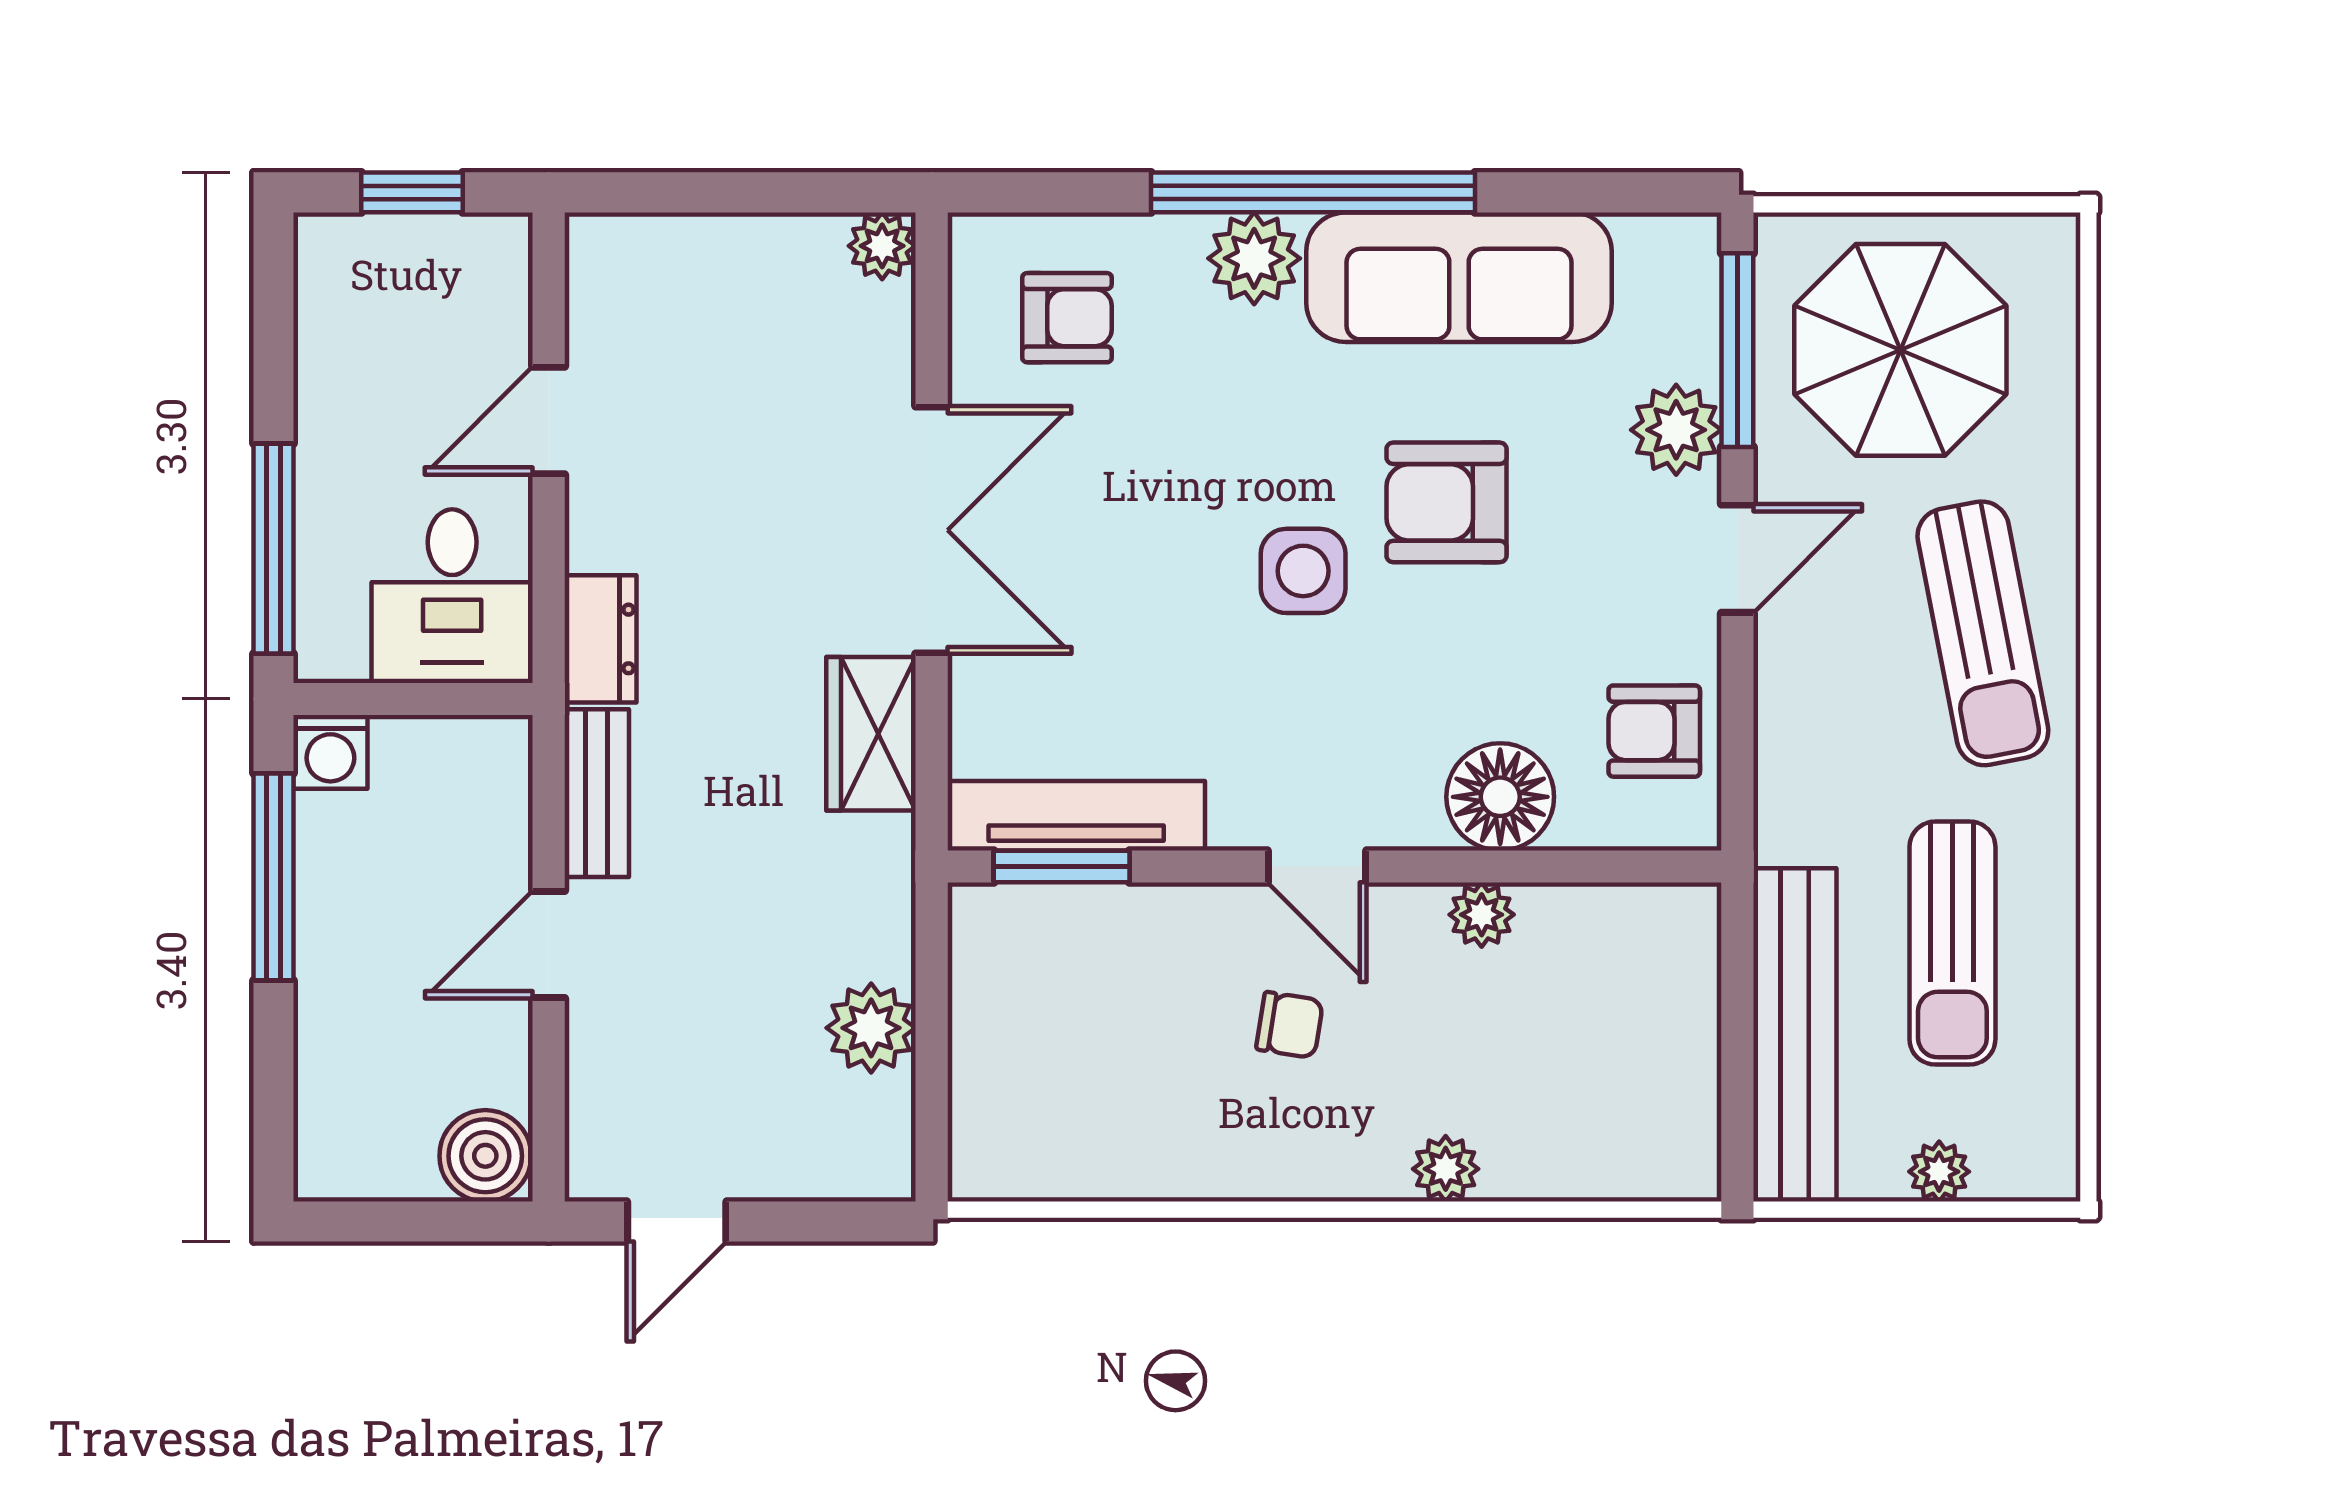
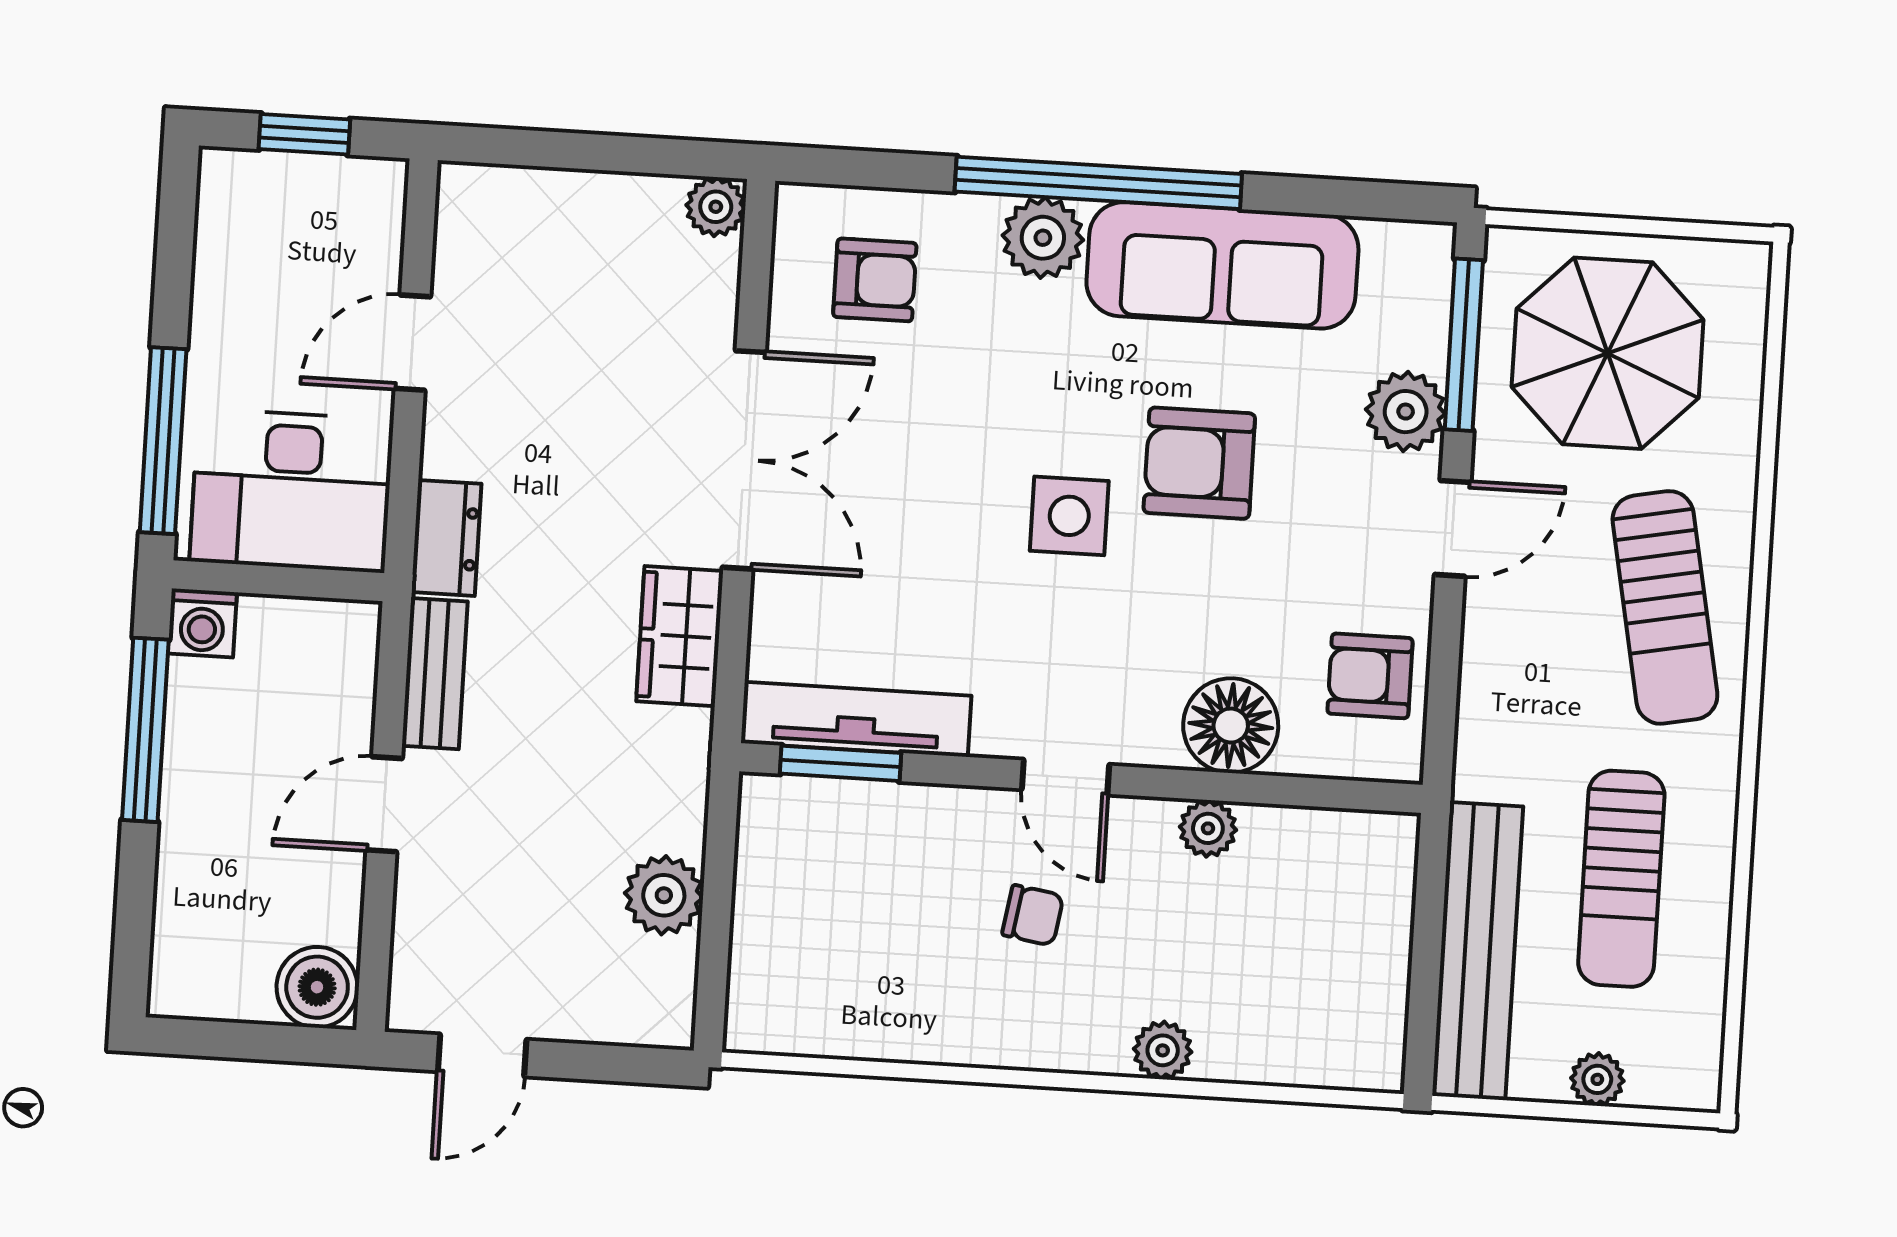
desk: (452, 596) -> (291, 491), width x1.37

